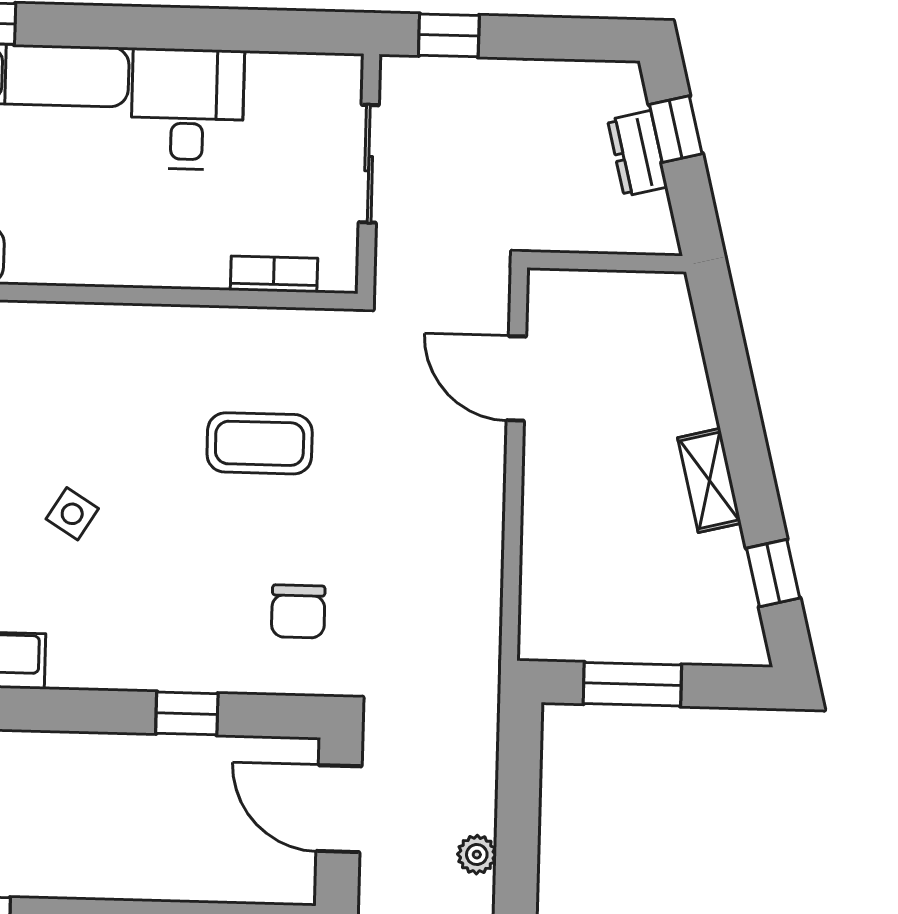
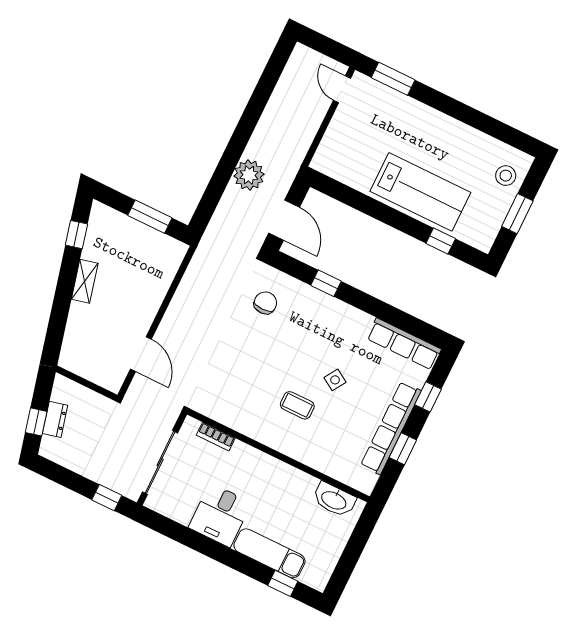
sliding door: (369, 164) -> (160, 462), width x1.37
coffee table: (260, 443) -> (297, 405), moved, width x0.73, depth x0.77
plant: (477, 855) -> (249, 175), width x1.88, depth x1.88

